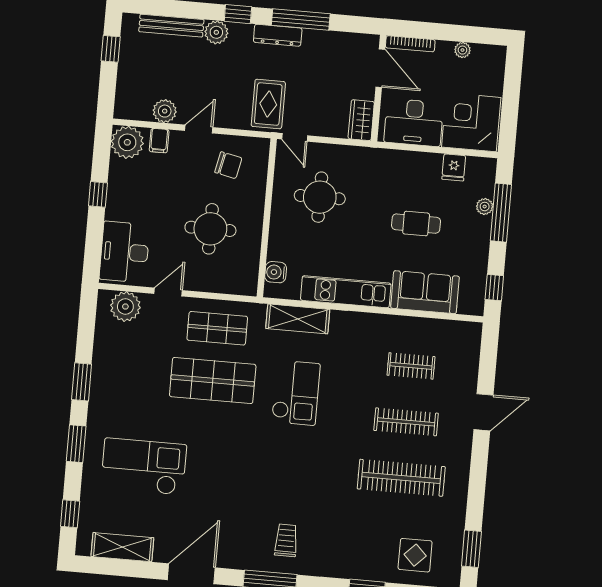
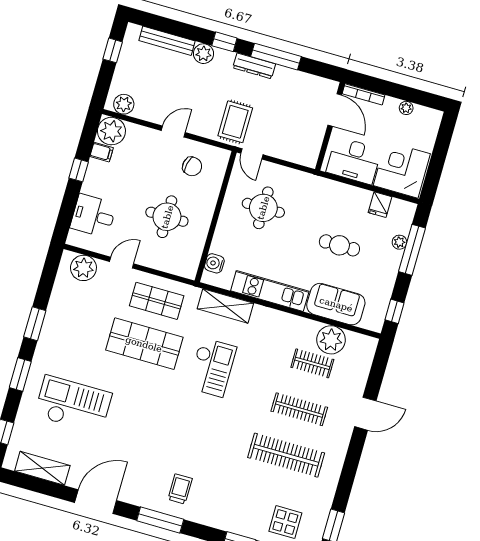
plant: (165, 111) -> (124, 104), moved
wardrobe: (361, 120) -> (310, 150), removed
filing cabinet: (159, 141) -> (102, 152), moved, turned -90
desk: (124, 252) -> (93, 216), width x0.73
plant: (427, 335) -> (331, 340), added

